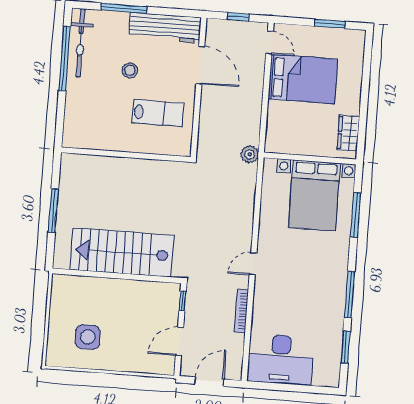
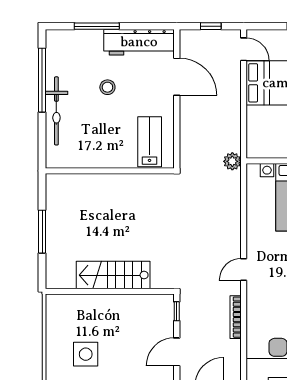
bicycle: (80, 43) -> (56, 111), moved
lab bench: (158, 113) -> (150, 142), moved, turned -90
stairs: (122, 252) -> (113, 275), width x0.73, depth x0.66

